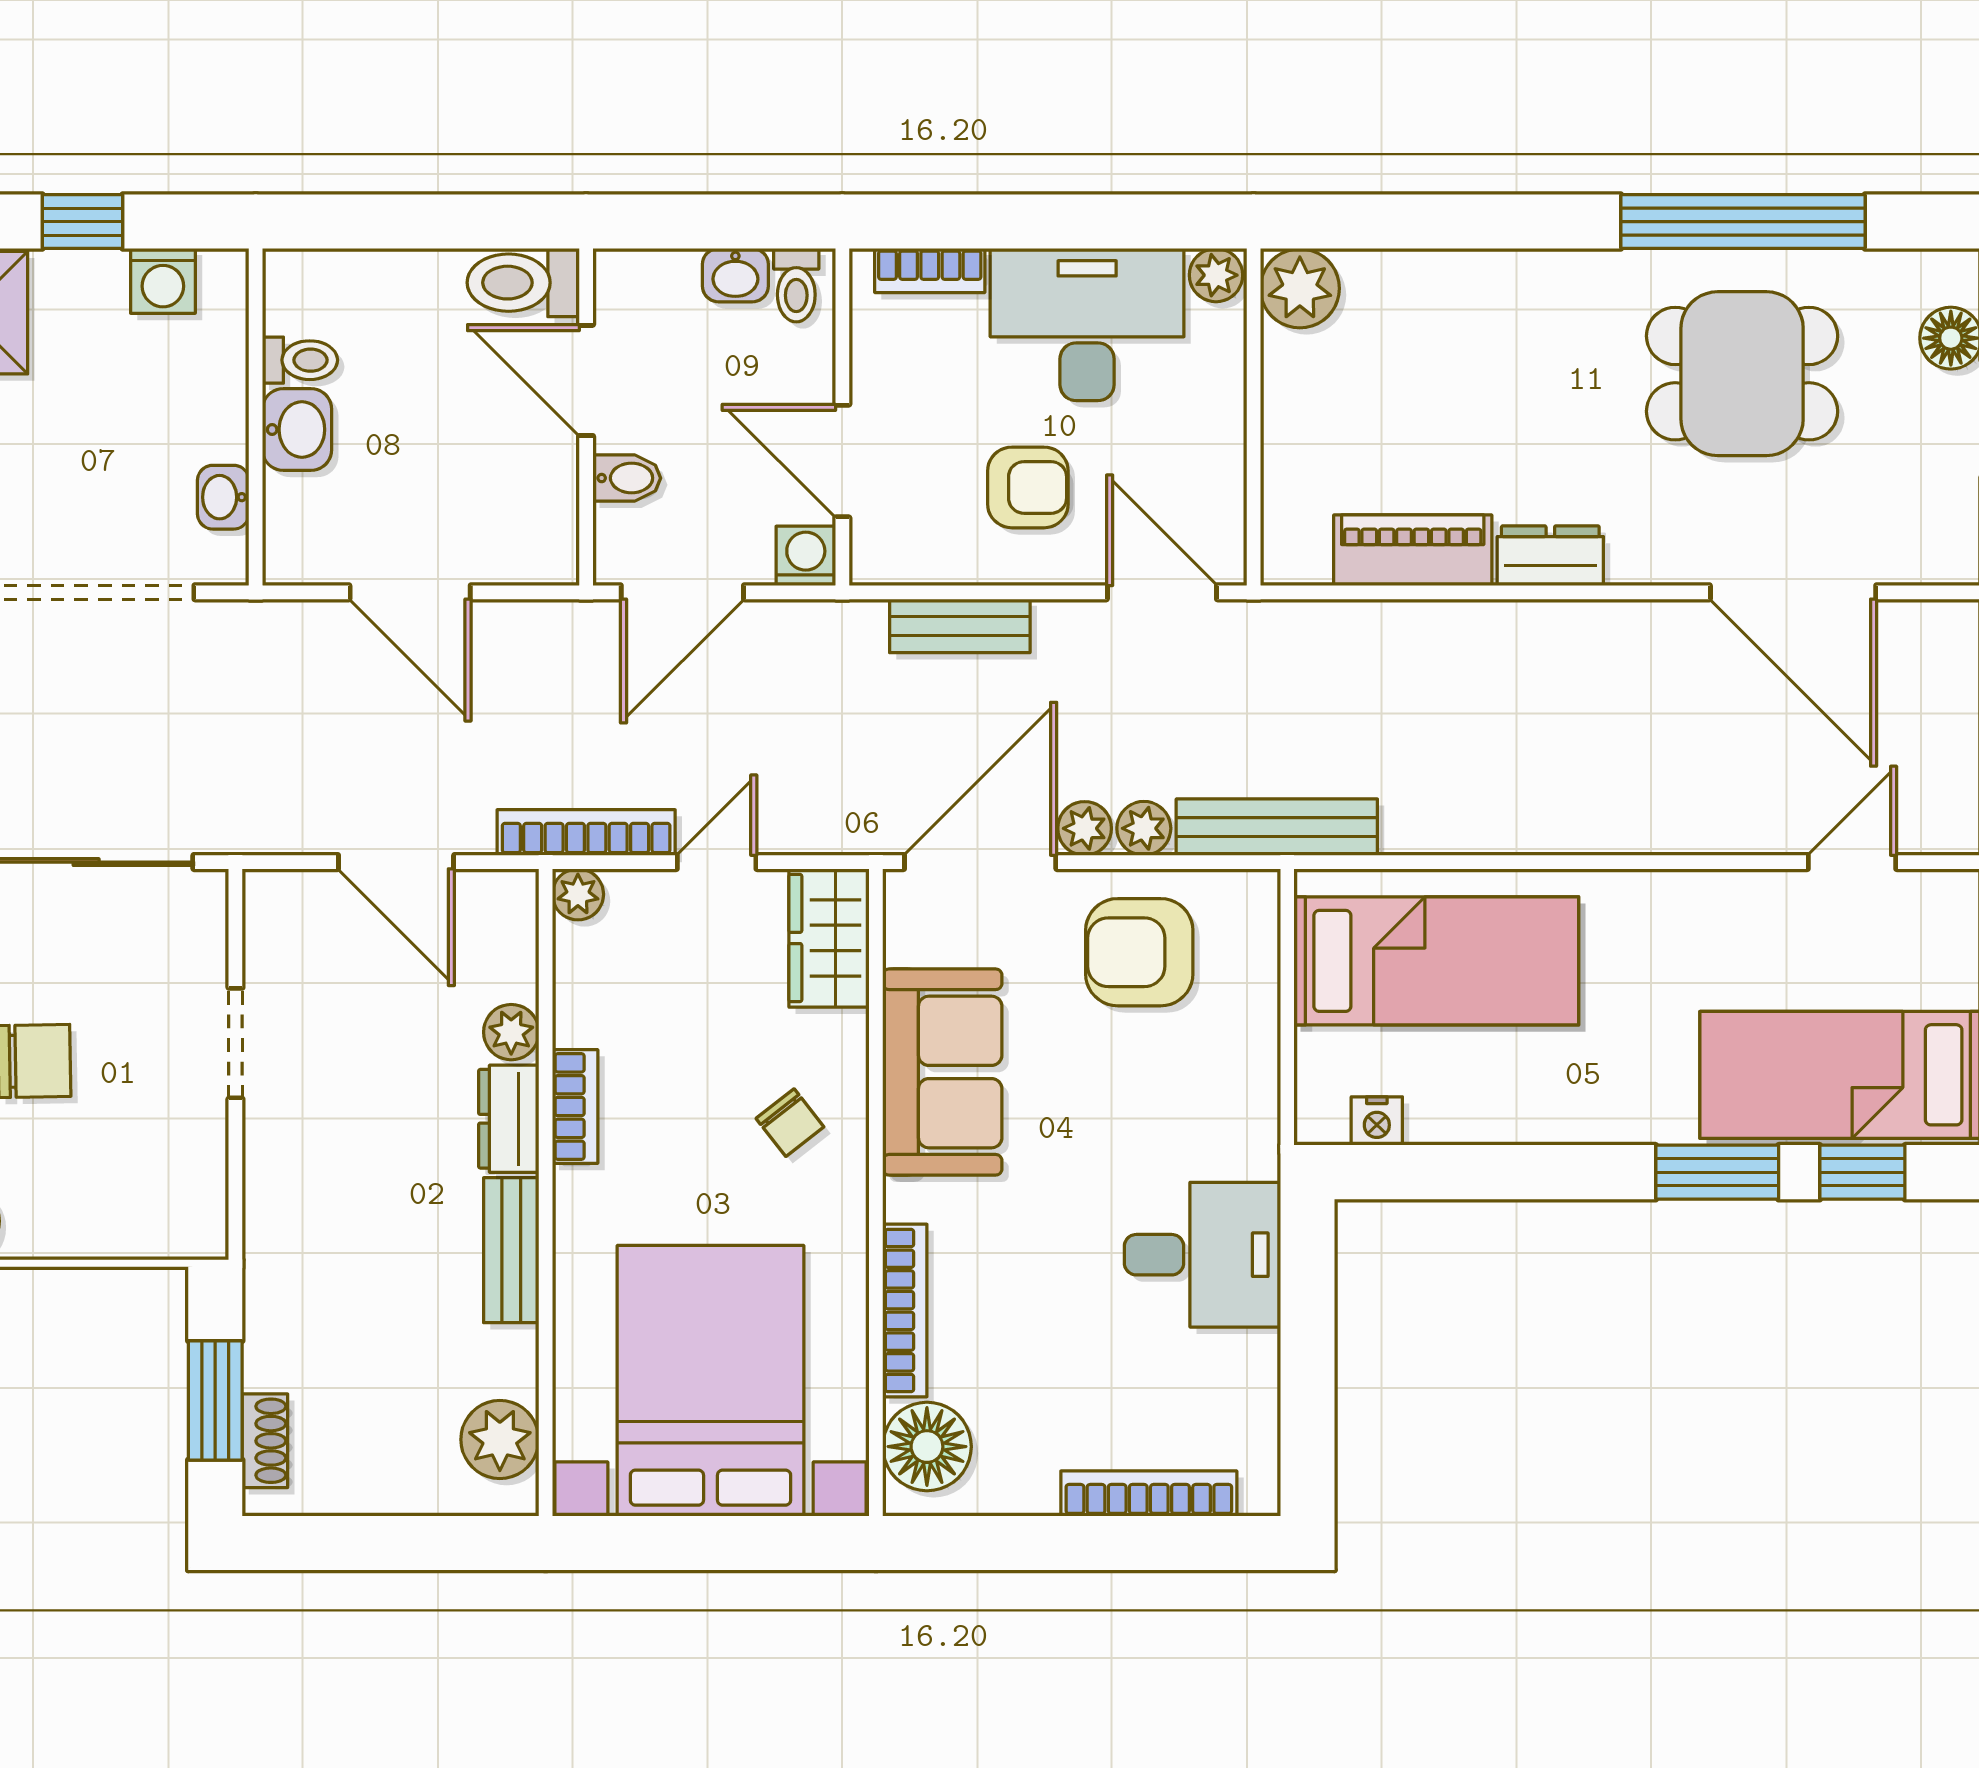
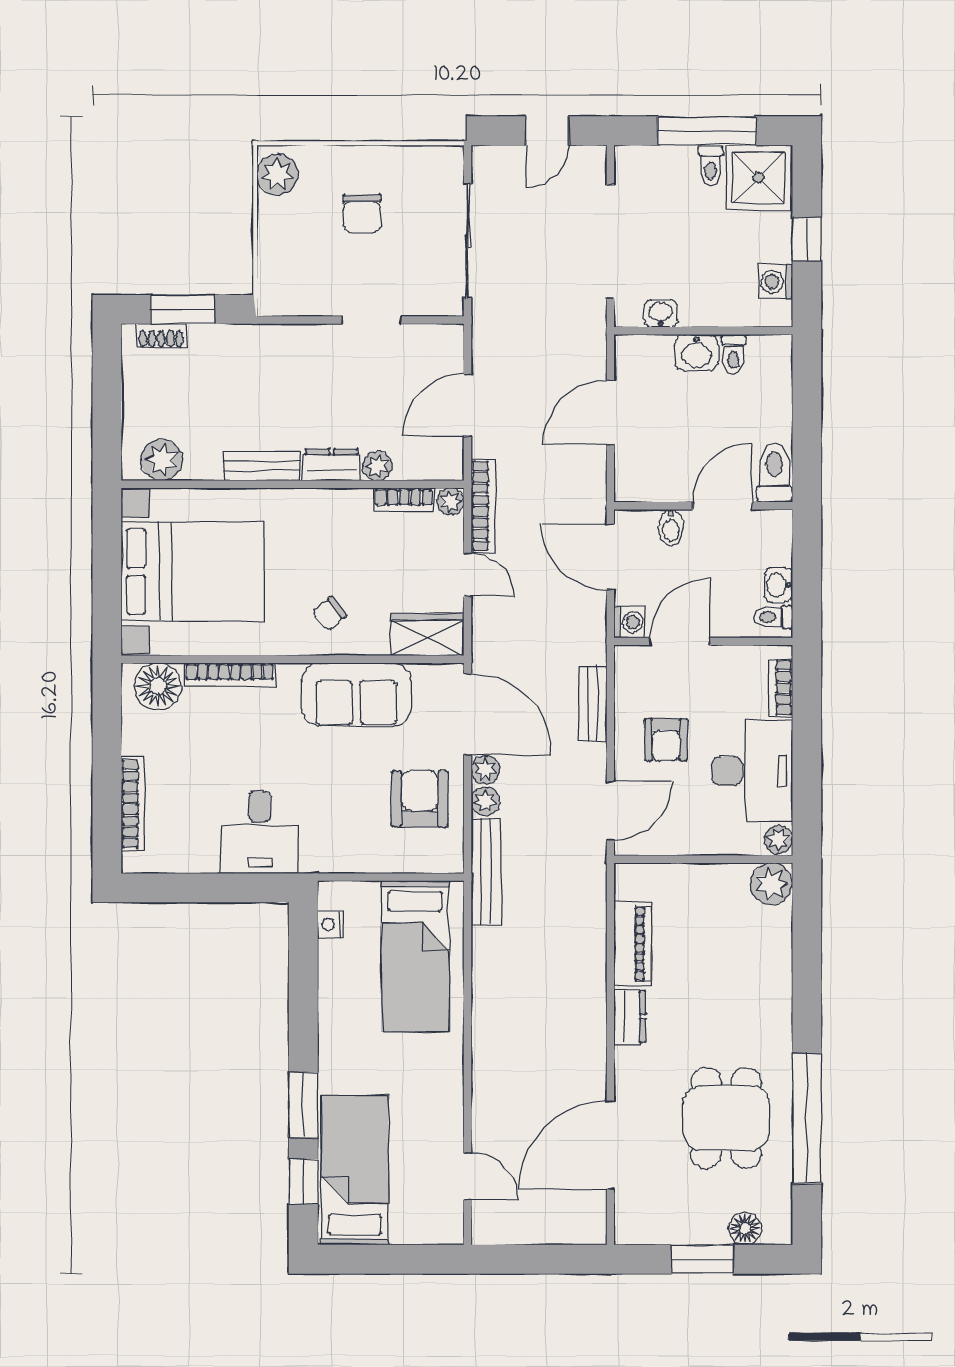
bookcase: (575, 1107) -> (404, 500), moved

